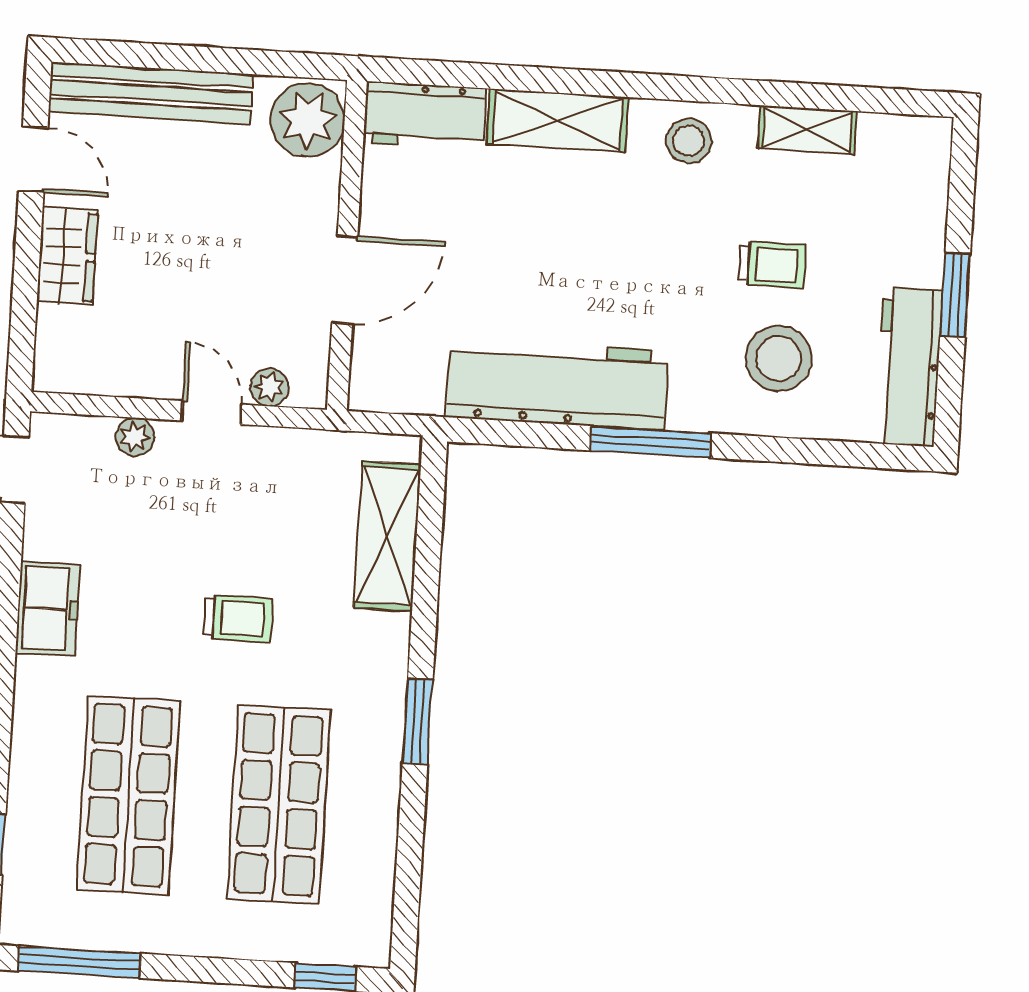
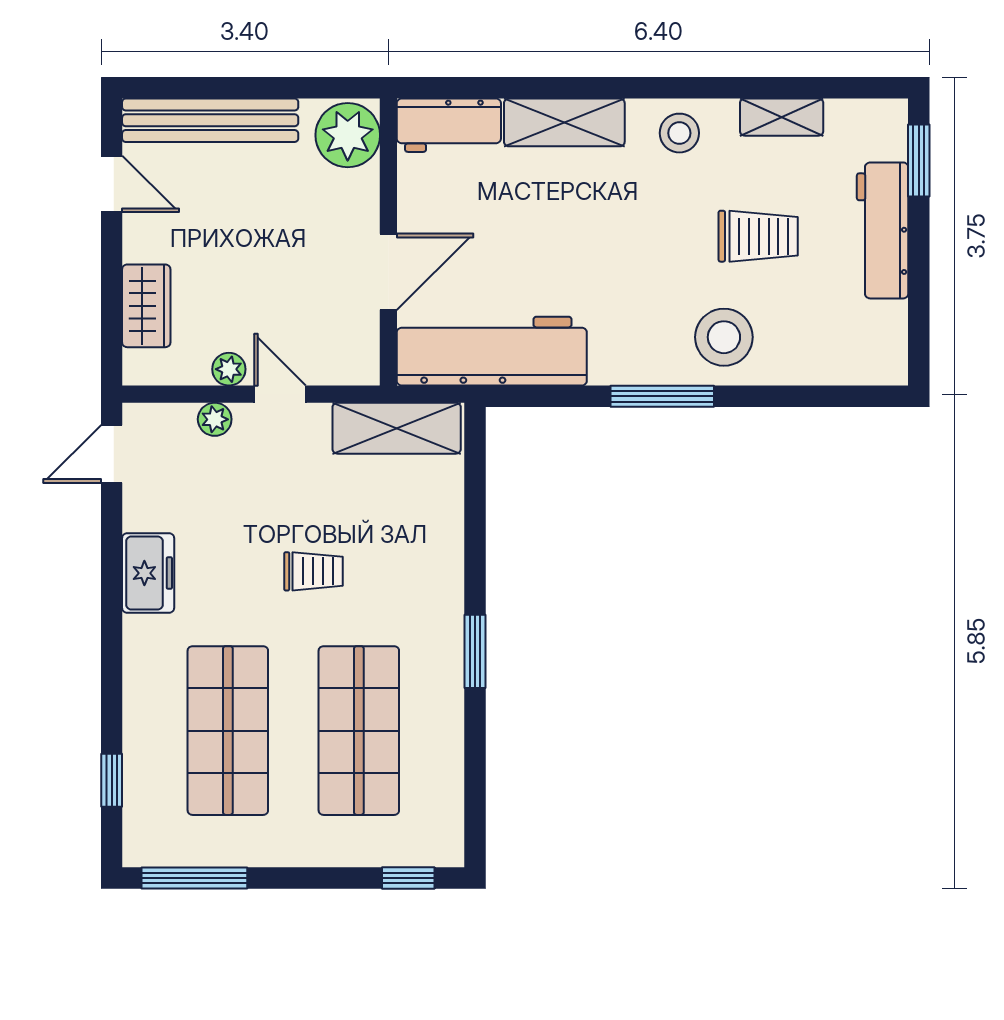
wardrobe: (67, 256) -> (146, 306), moved
trolley: (772, 265) -> (758, 236), width x1.36, depth x1.39
window: (955, 295) -> (919, 161), moved
stool: (779, 358) -> (724, 337), moved
workbench: (909, 367) -> (883, 230), moved
workbench: (557, 384) -> (492, 351), moved
plant: (269, 387) -> (229, 369), moved
shelving: (387, 536) -> (397, 428), moved, turned 90

